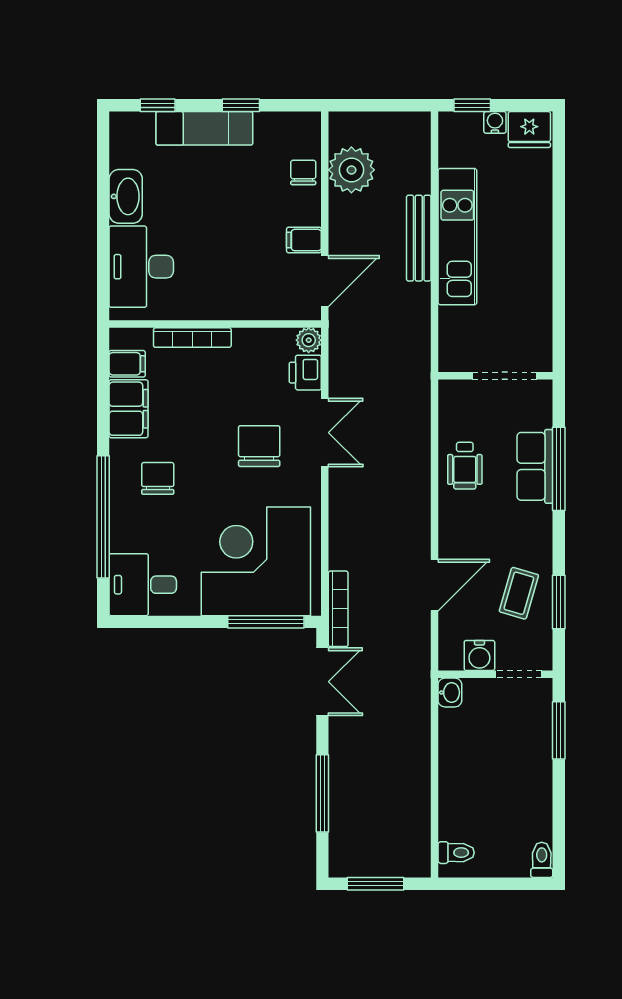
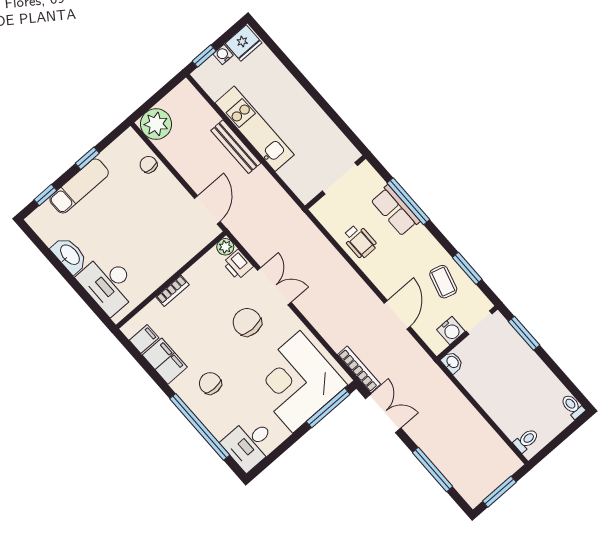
plant: (351, 170) -> (156, 124), moved
filing cabinet: (304, 240) -> (179, 198), removed
bookcase: (192, 338) -> (172, 291), width x0.64

